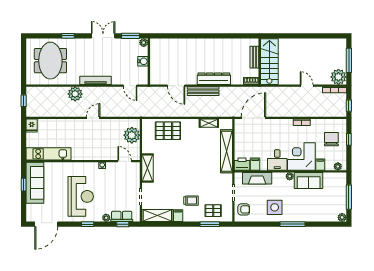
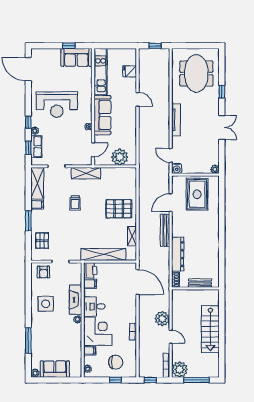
window: (130, 36) -> (222, 156), removed
rug: (168, 60) -> (197, 194), added
meeting table: (50, 61) -> (196, 73), turned 90
water cooler: (143, 61) -> (177, 169), moved
stairs: (269, 62) -> (210, 329), moved, turned 90
dresser: (214, 79) -> (178, 254), moved
door: (130, 86) -> (171, 155), hinge flipped
door: (307, 86) -> (171, 337), hinge flipped
plant: (75, 94) -> (162, 319), moved
door: (93, 118) -> (137, 99), moved
fridge: (32, 126) -> (130, 71), moved
pallet: (168, 131) -> (119, 209), moved, turned 90
sofa: (91, 152) -> (102, 115), added
fireplace: (257, 178) -> (76, 300), moved
sofa: (309, 180) -> (55, 369), moved, turned 90
sofa: (35, 183) -> (76, 57), width x0.73
window: (349, 197) -> (56, 380), removed
trolley: (191, 201) -> (75, 203), moved
window: (88, 224) -> (28, 122), moved
window: (210, 224) -> (28, 221), moved
window: (293, 224) -> (28, 340), moved

